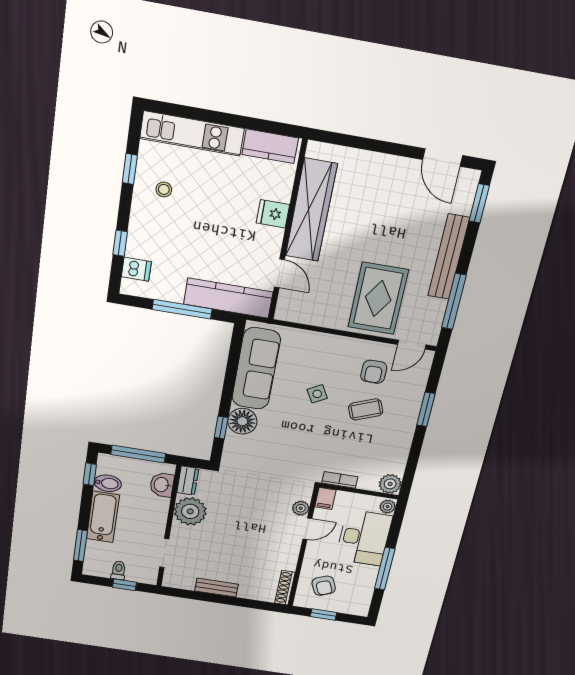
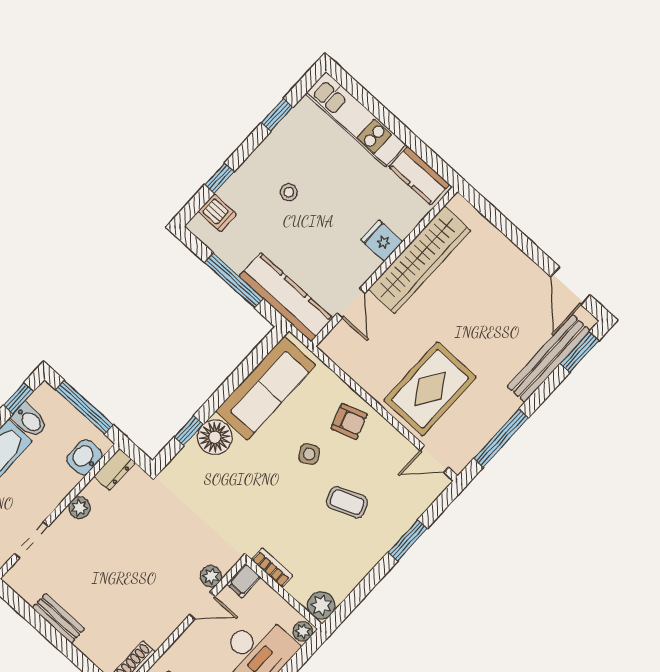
stool: (164, 189) -> (289, 192), moved
bench: (449, 257) -> (549, 358), moved
armchair: (374, 372) -> (349, 421), moved, turned -109
plant: (190, 511) -> (80, 508), width x0.53, depth x0.53

